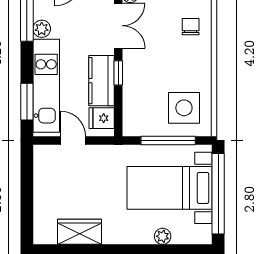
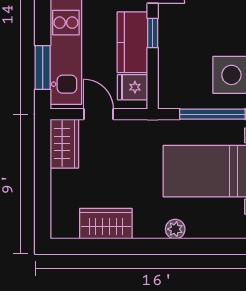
wardrobe: (45, 165) -> (64, 144), added
plant: (163, 236) -> (175, 229), moved

